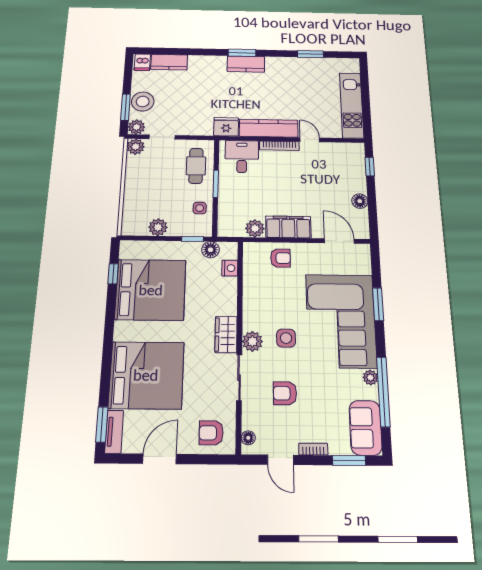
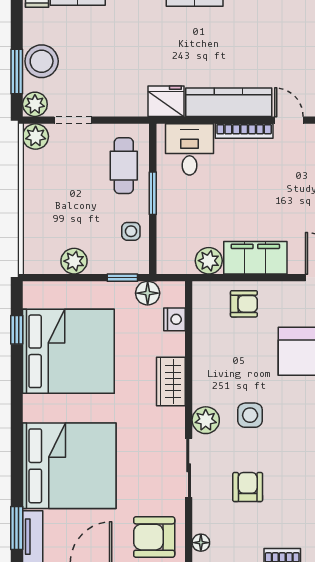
wardrobe: (226, 335) -> (171, 381), moved
armchair: (285, 393) -> (248, 487), turned 90
armchair: (211, 433) -> (154, 537), width x1.38, depth x1.38

